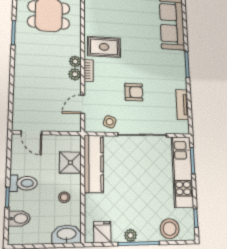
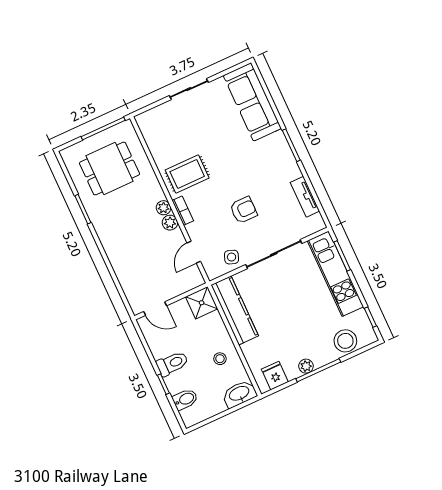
shower: (70, 163) -> (202, 303), moved

